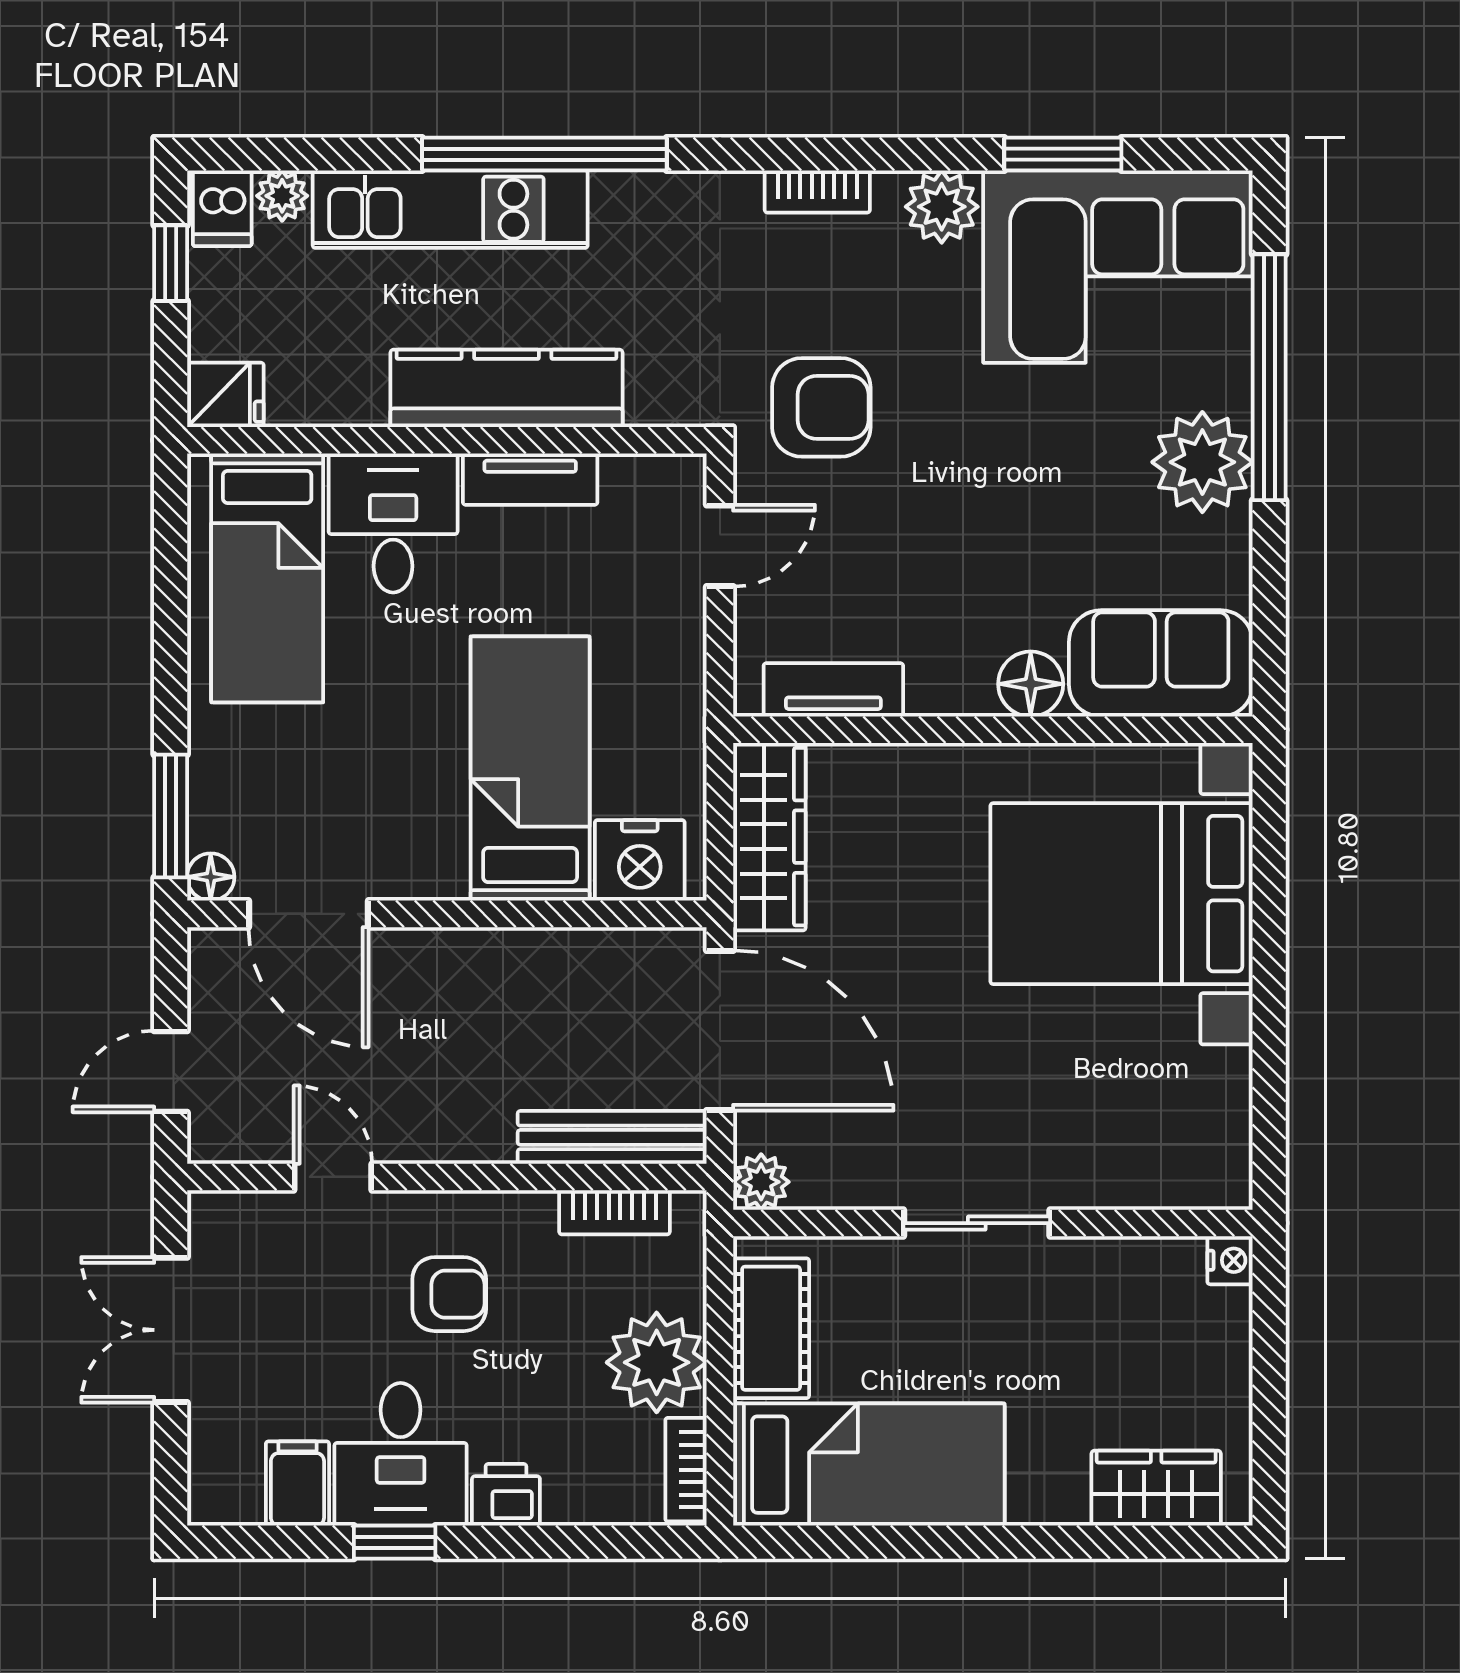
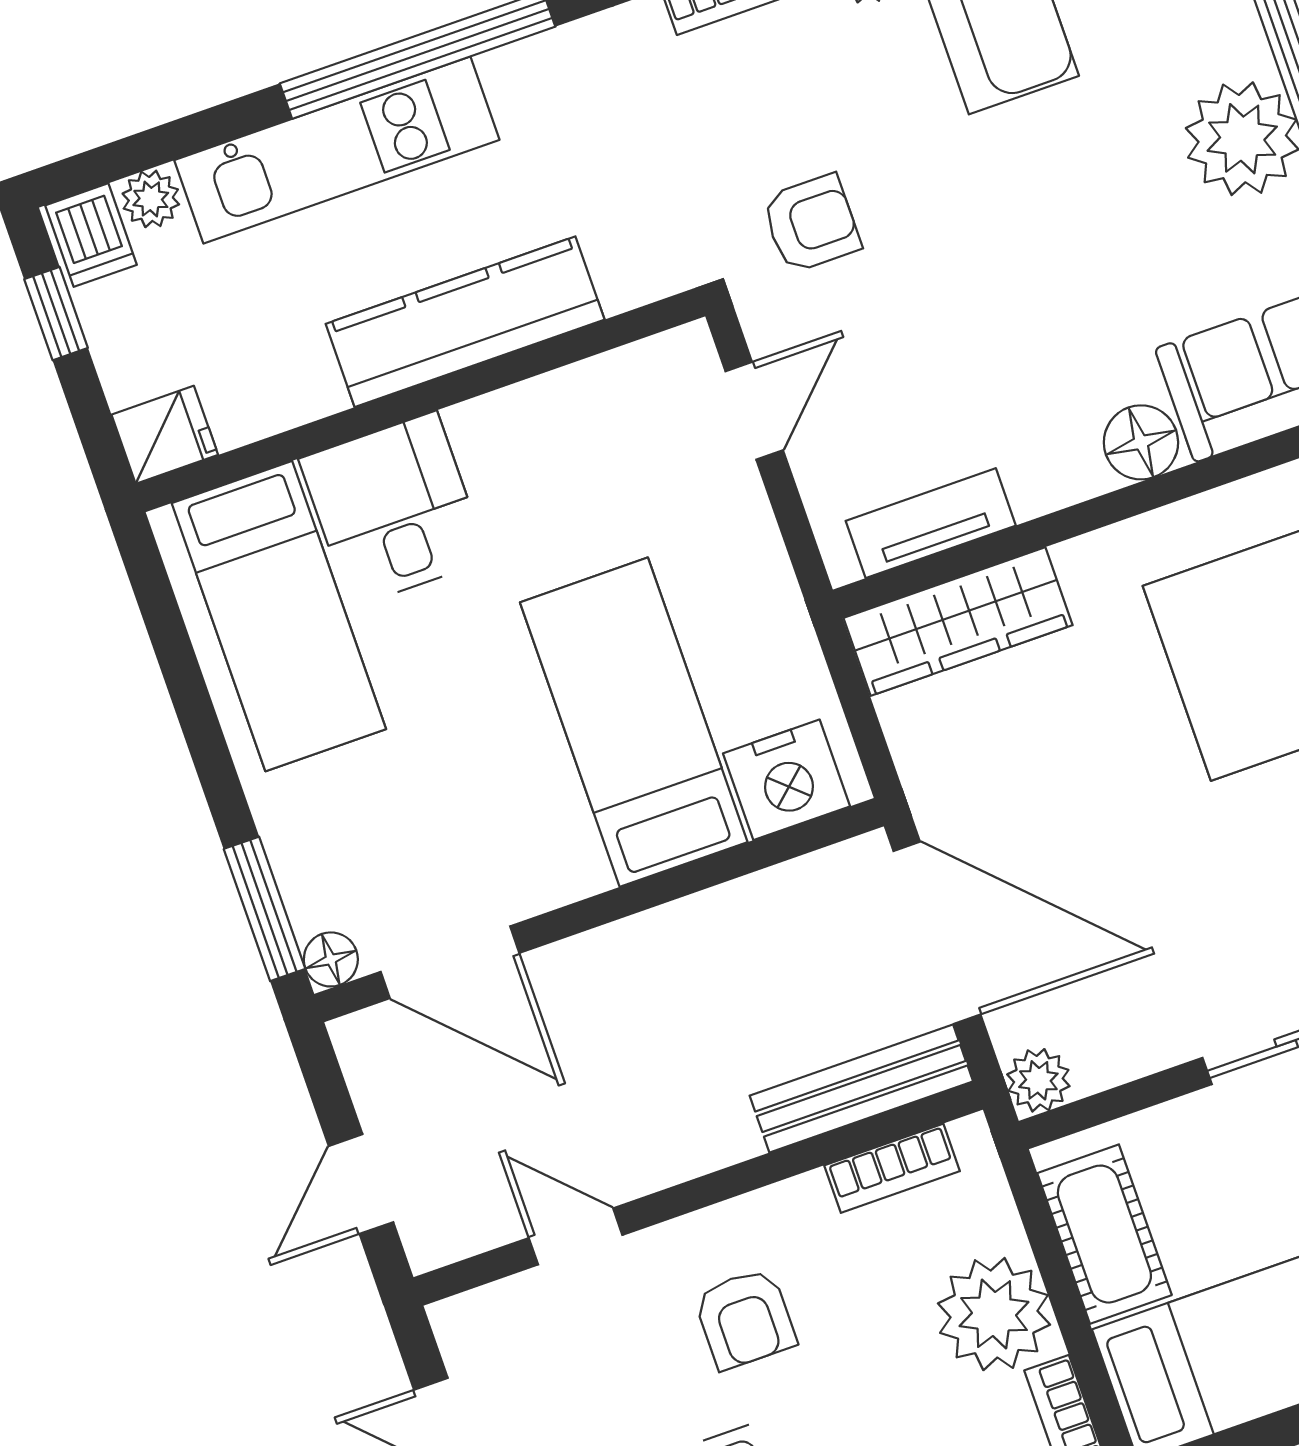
armchair: (821, 407) -> (811, 223), width x0.72, depth x0.72
tv unit: (530, 479) -> (525, 410), removed
wardrobe: (769, 837) -> (958, 621), moved, turned 90
armchair: (449, 1294) -> (745, 1319), turned 90

